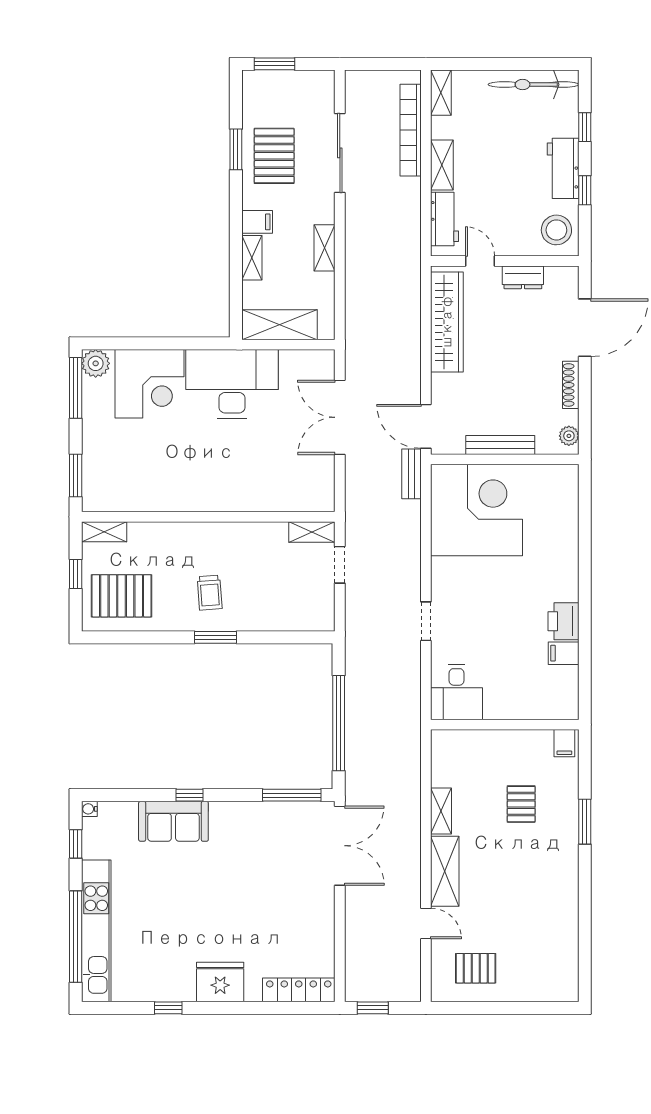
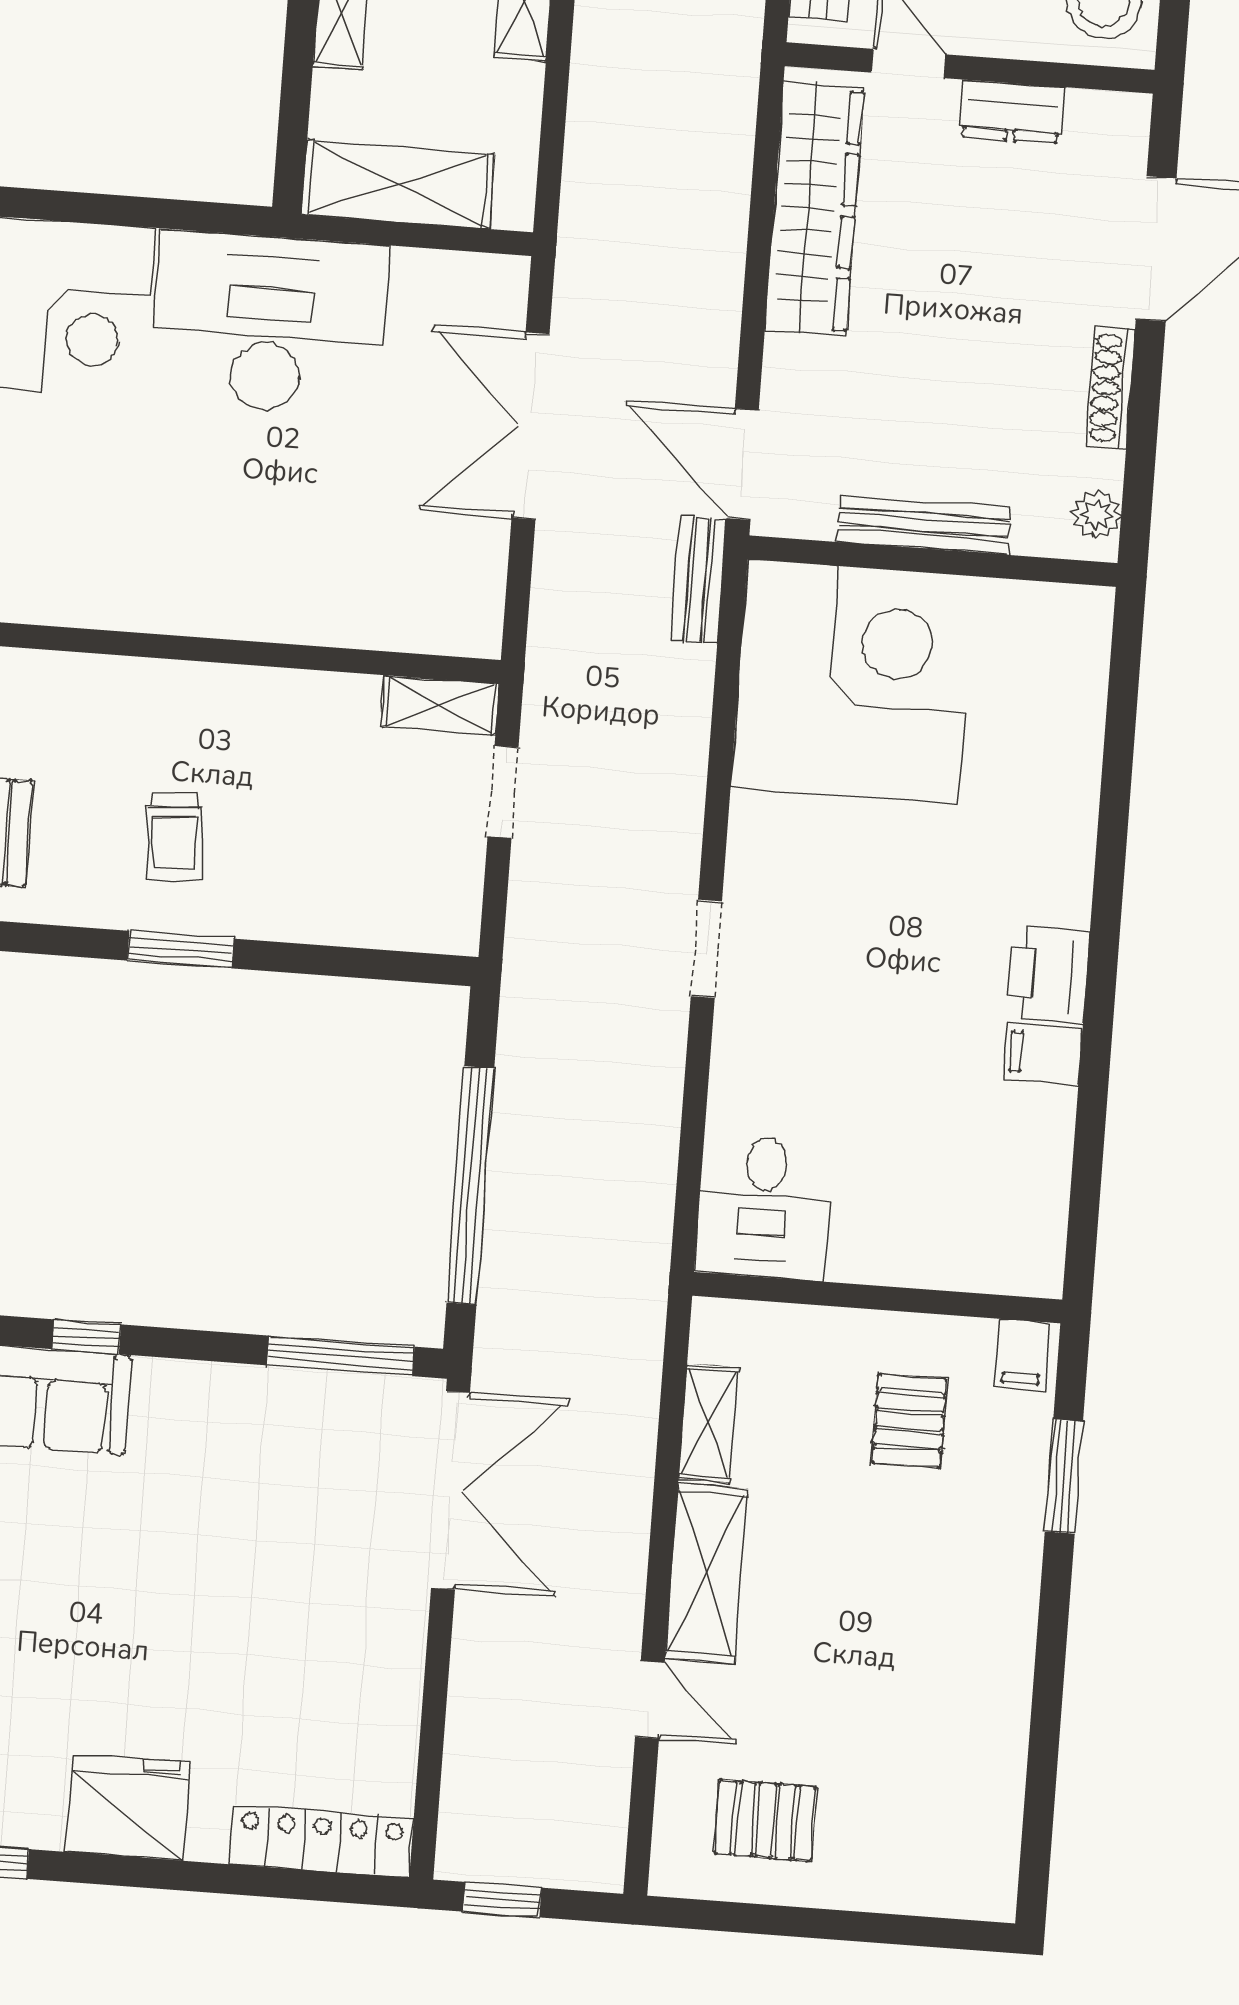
desk: (457, 692) -> (764, 1207), moved
wall: (505, 725) -> (877, 1298), moved
filing cabinet: (564, 743) -> (1022, 1355), moved

